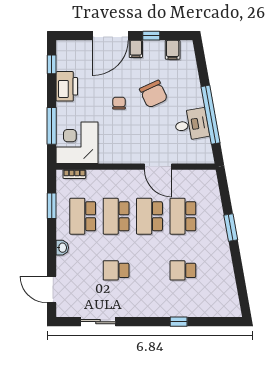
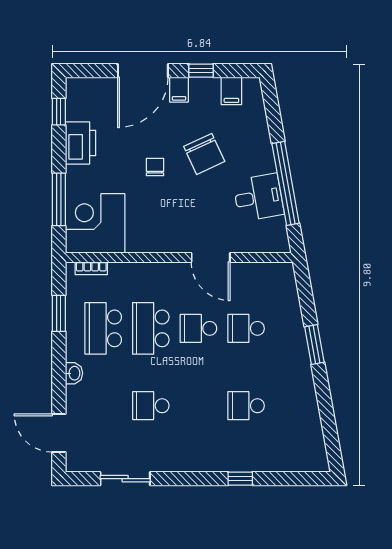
school desk: (149, 216) -> (198, 328), width x0.54
school desk: (183, 216) -> (246, 328), width x0.54

